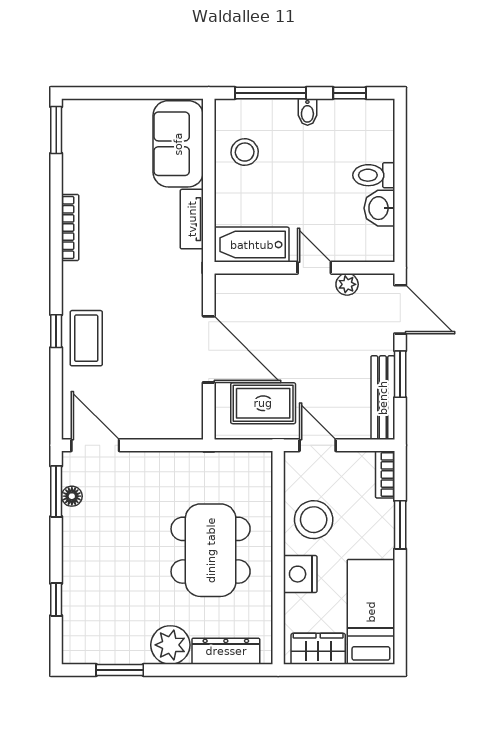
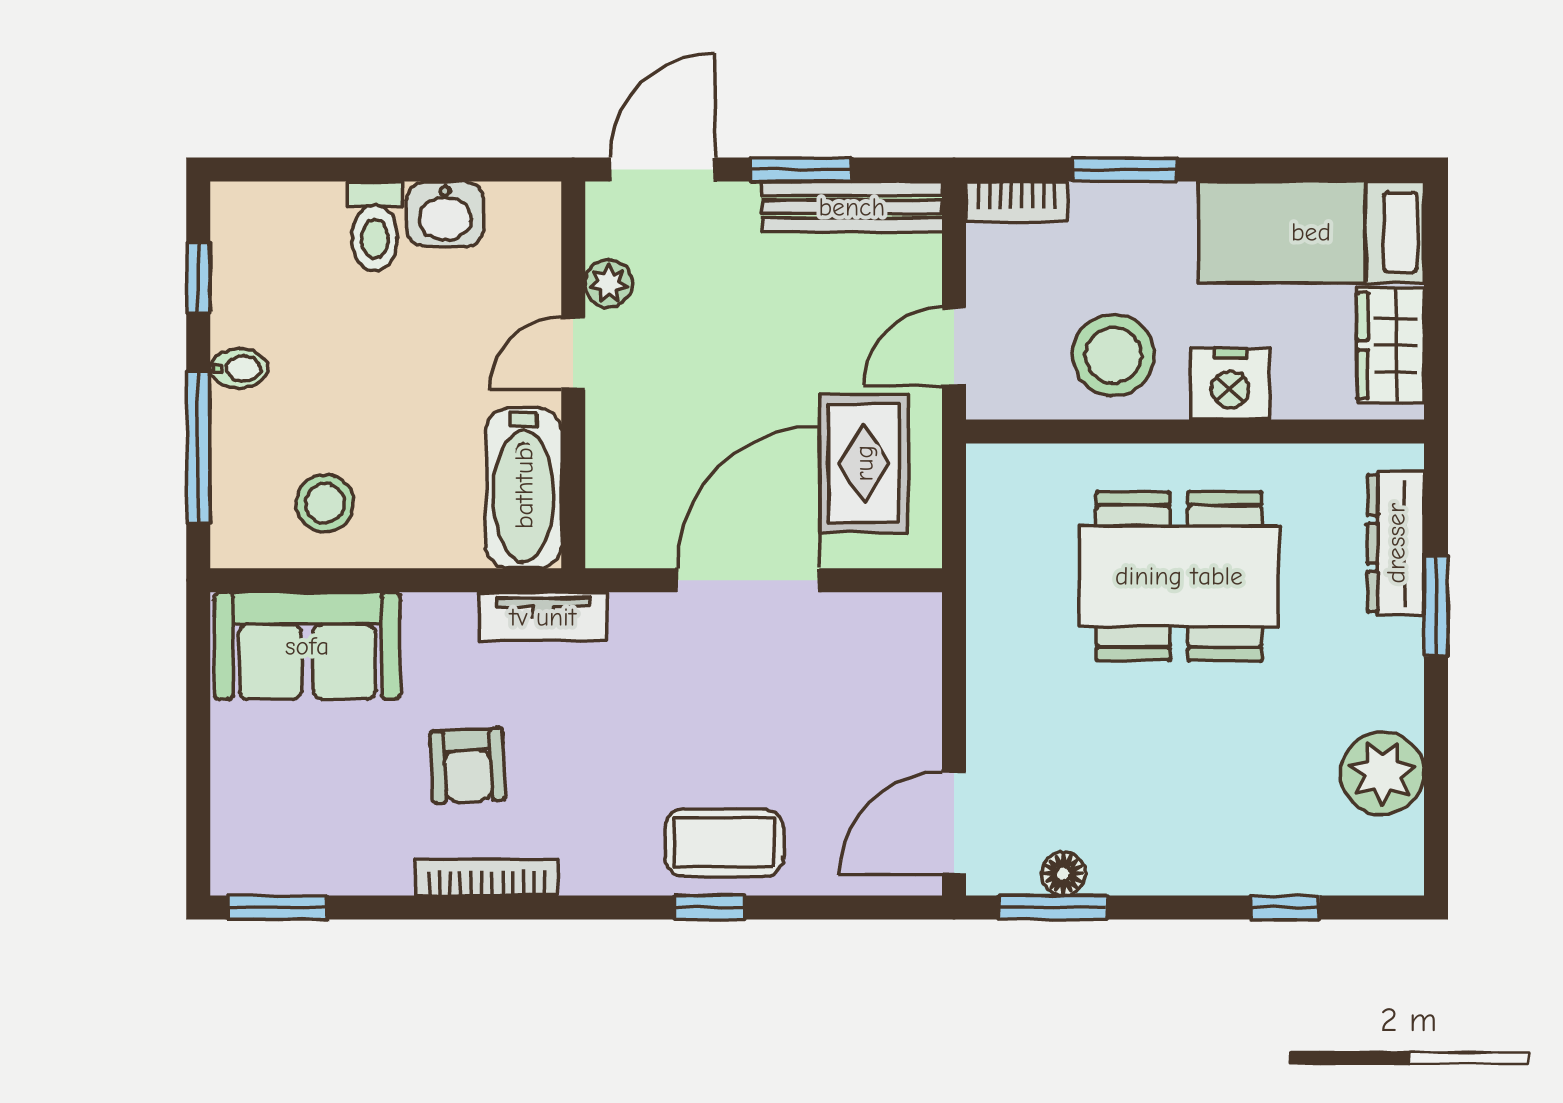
armchair: (122, 219) -> (468, 766), added
tv unit: (192, 219) -> (543, 617), moved
plant: (170, 645) -> (1382, 773), moved
window: (120, 670) -> (1436, 606), moved

